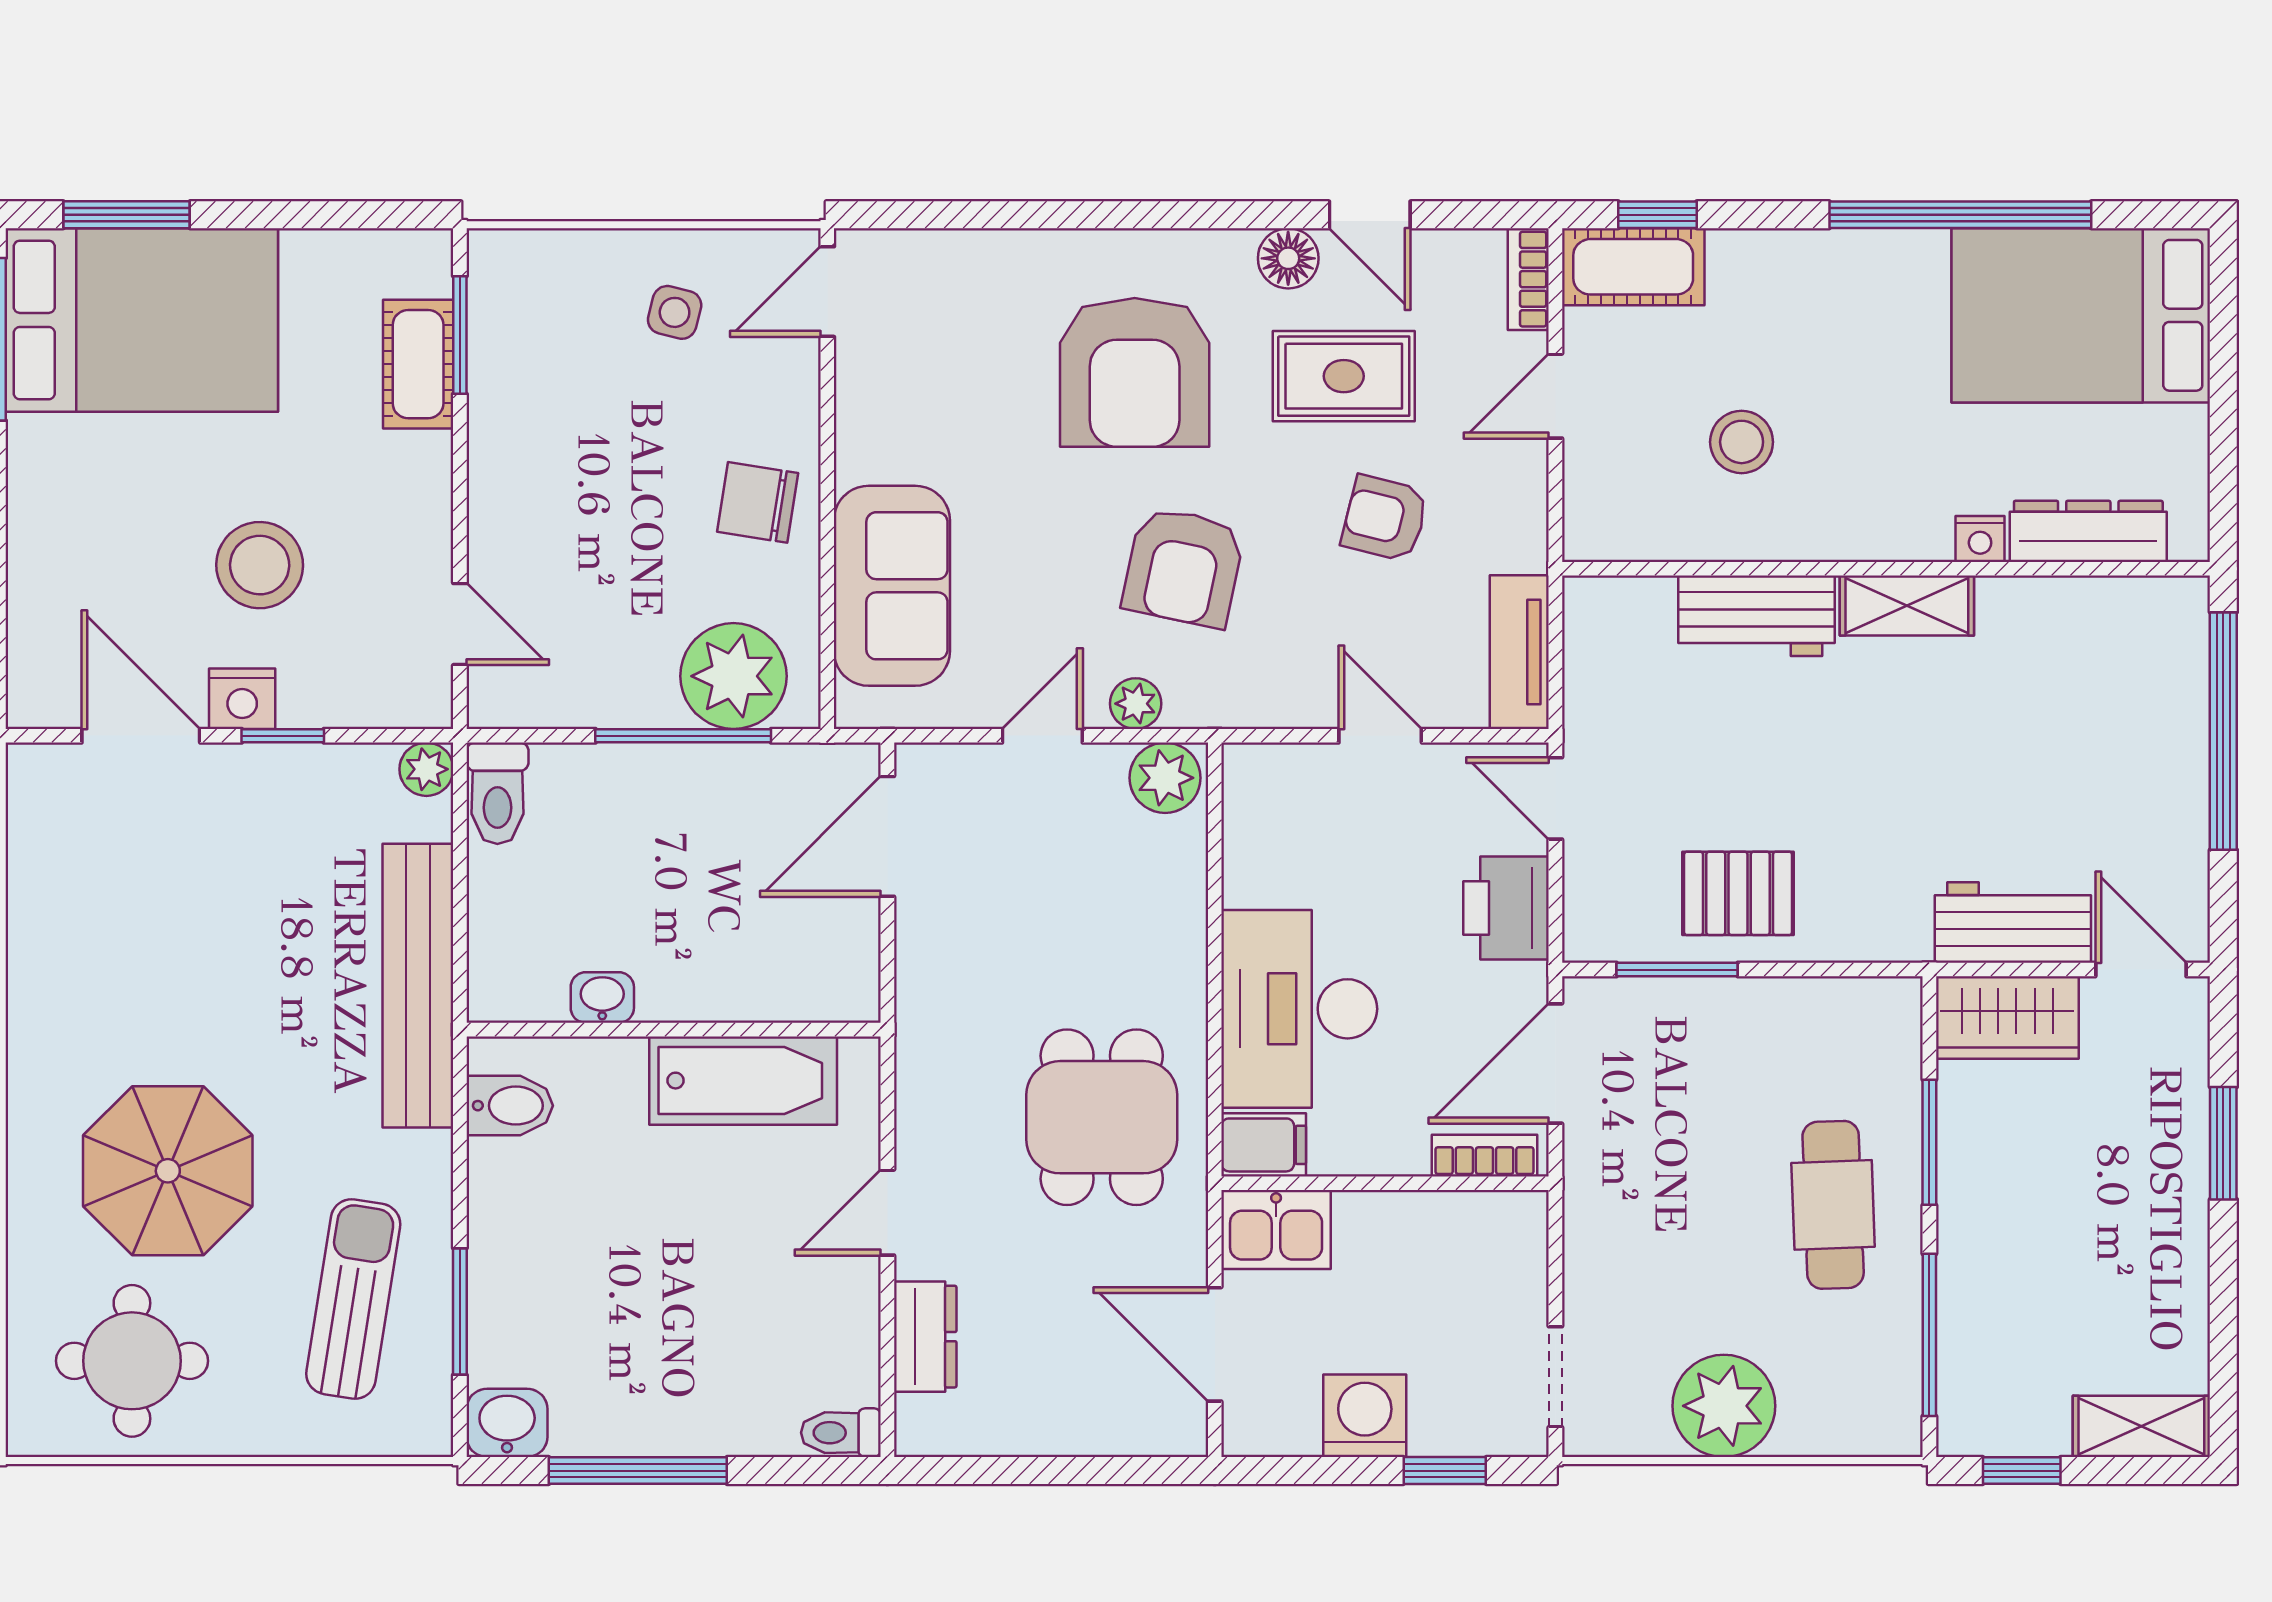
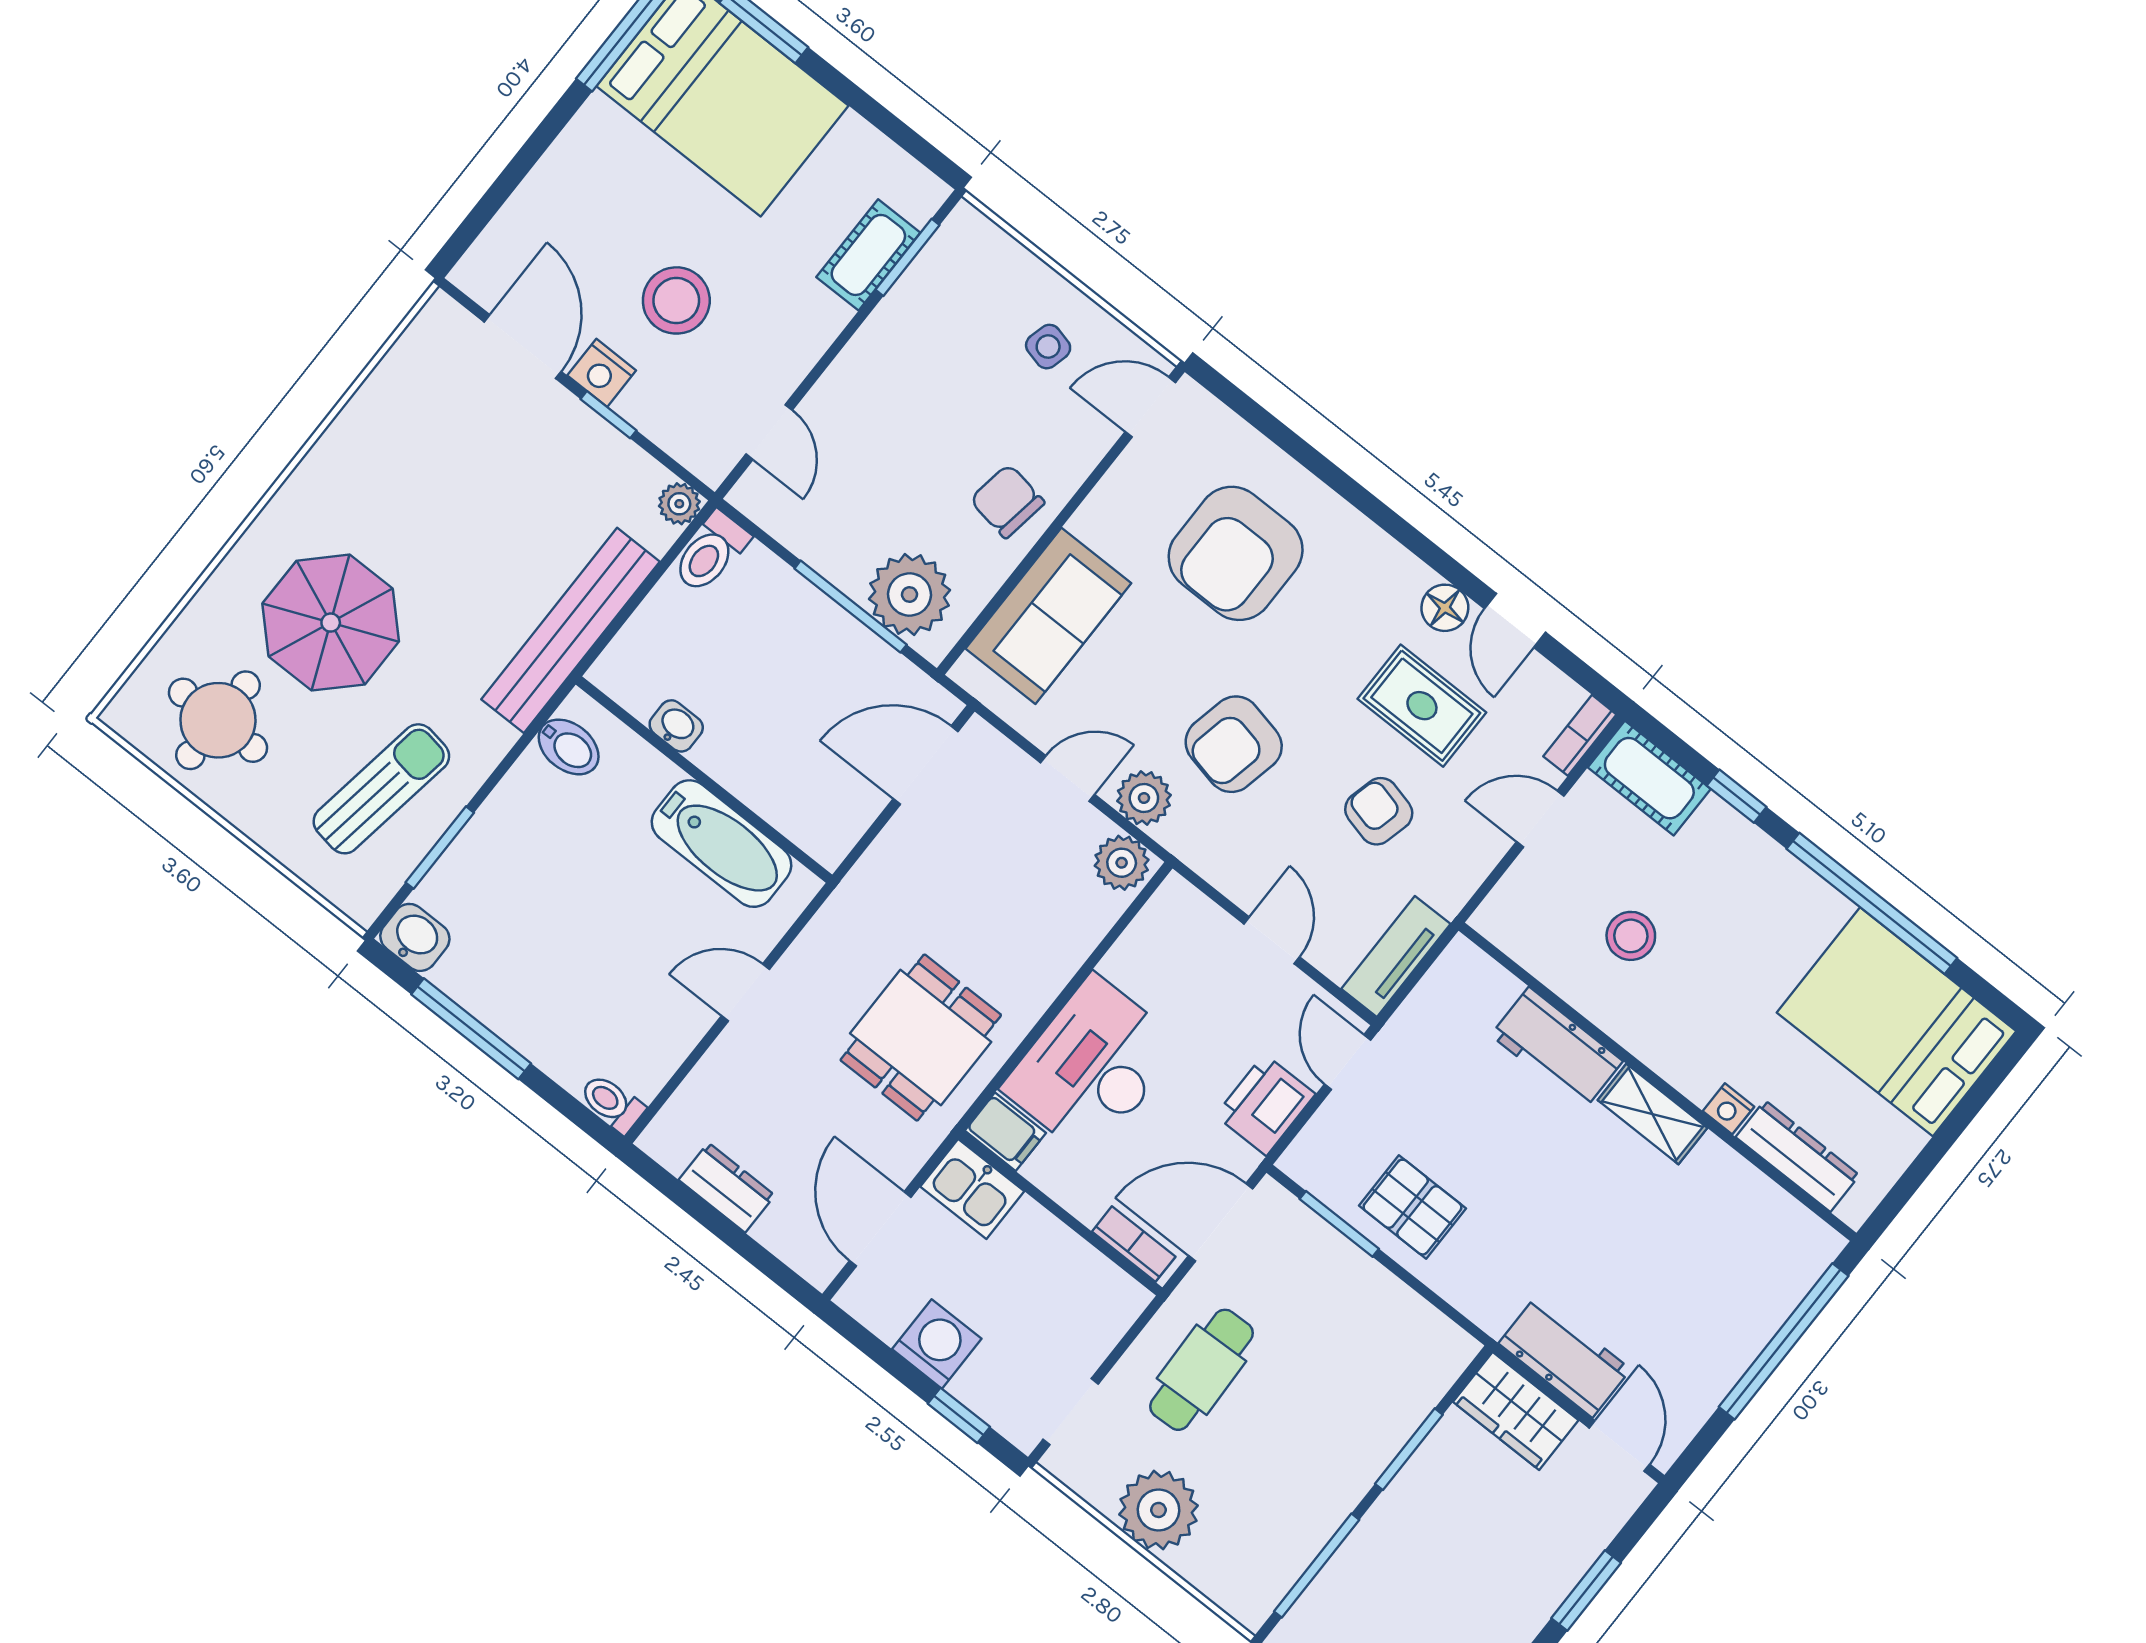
window: (1657, 215) -> (1737, 796), moved
armchair: (1135, 372) -> (1236, 553), moved
plant: (1136, 704) -> (1144, 798), width x1.38, depth x1.38
cafe table: (1833, 1205) -> (1202, 1370), moved
dresser: (925, 1337) -> (727, 1188), moved, turned -90

